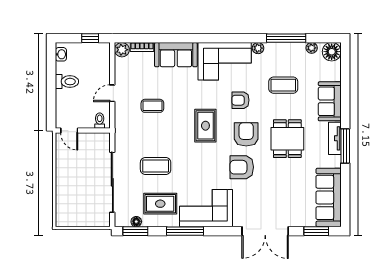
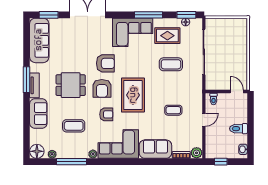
rug: (205, 126) -> (133, 95), width x1.36, depth x1.43
dining table: (287, 139) -> (71, 85), turned 90

